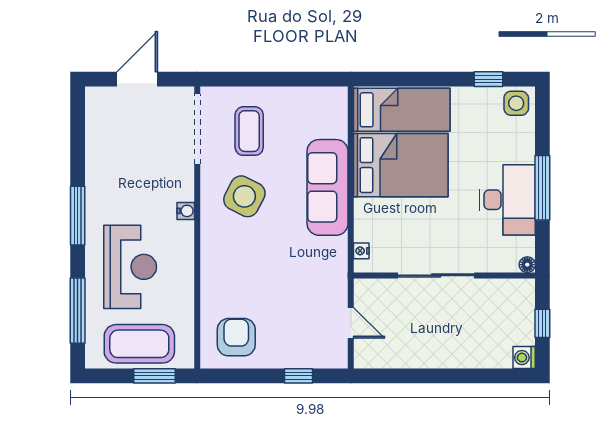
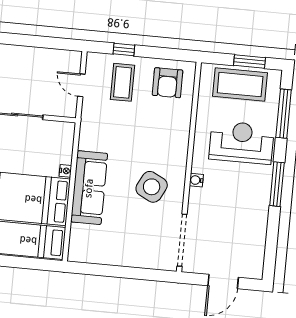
coffee table: (249, 131) -> (123, 82), moved
nightstand: (361, 251) -> (65, 171), moved
reception desk: (130, 267) -> (242, 142), turned 90
window: (154, 376) -> (250, 61), moved

